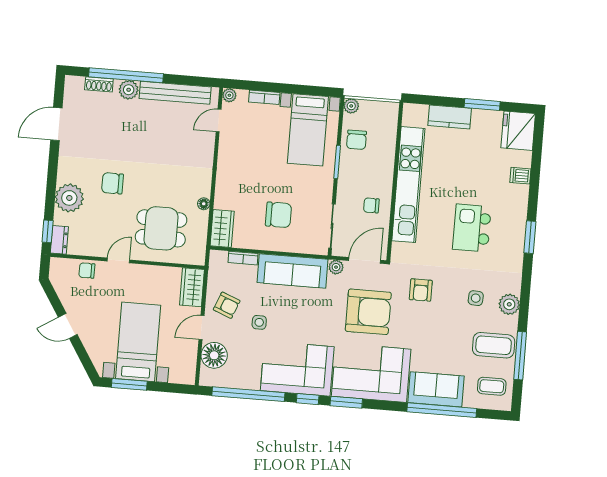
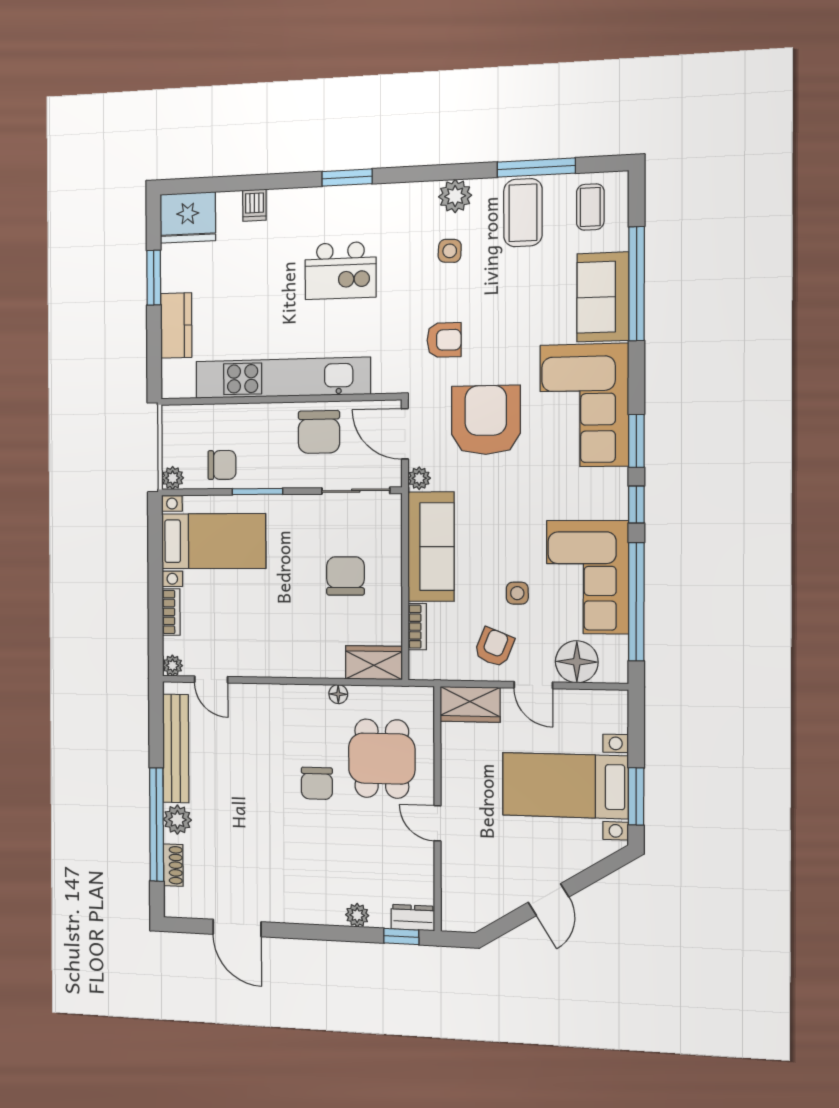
chair: (112, 183) -> (317, 783), moved
plant: (69, 198) -> (357, 915), width x0.53, depth x0.53
chair: (371, 205) -> (319, 432), width x1.87, depth x1.87
chair: (87, 270) -> (457, 872), removed
corner sofa: (297, 369) -> (587, 577), moved

